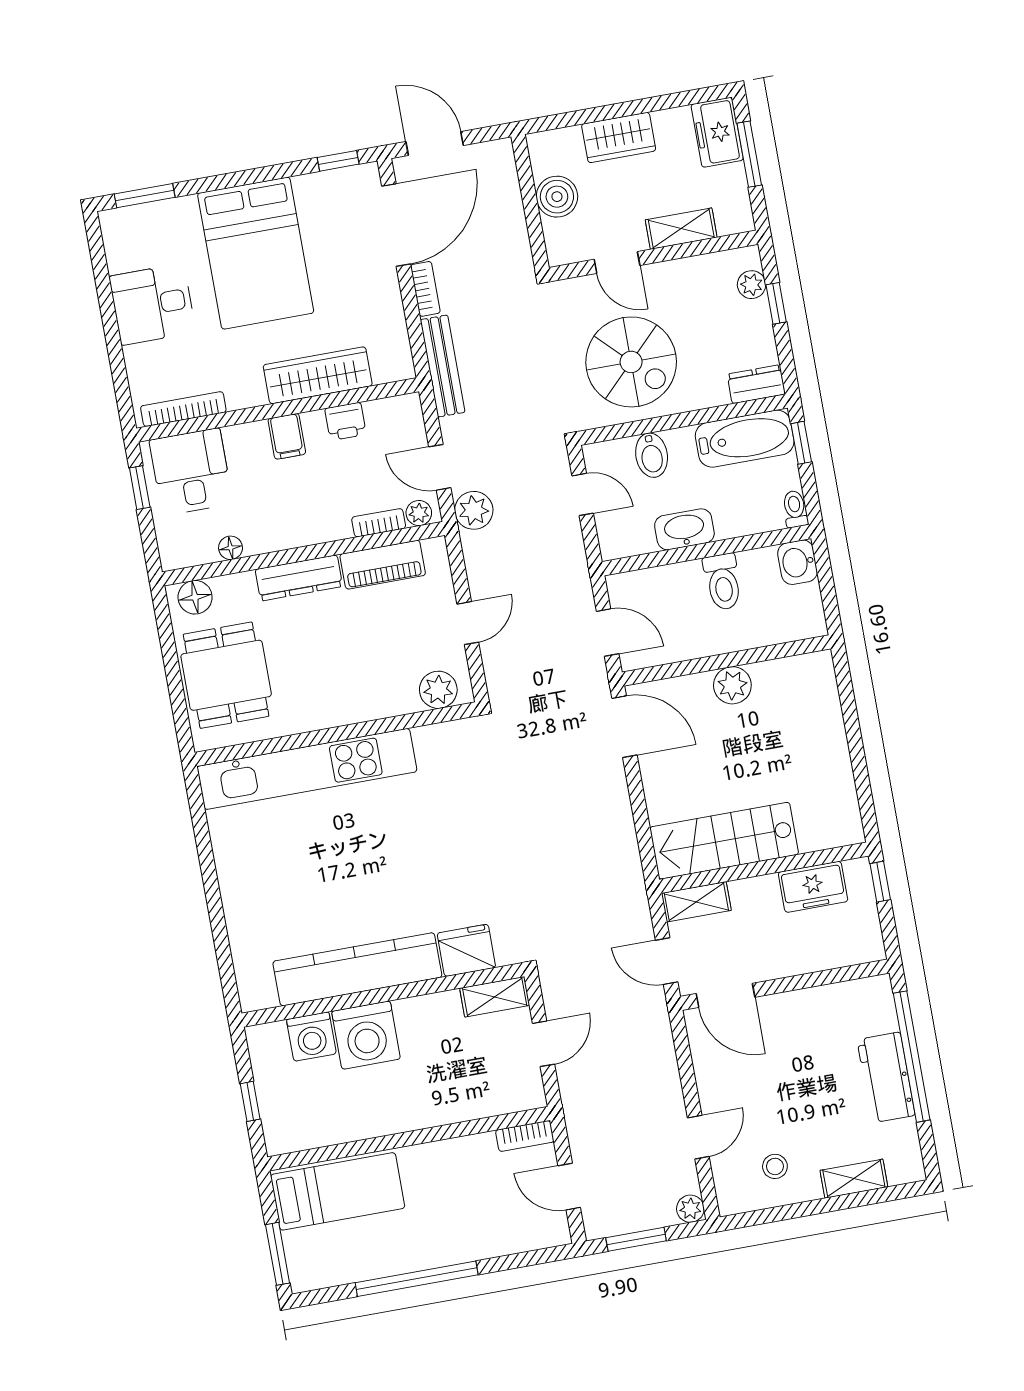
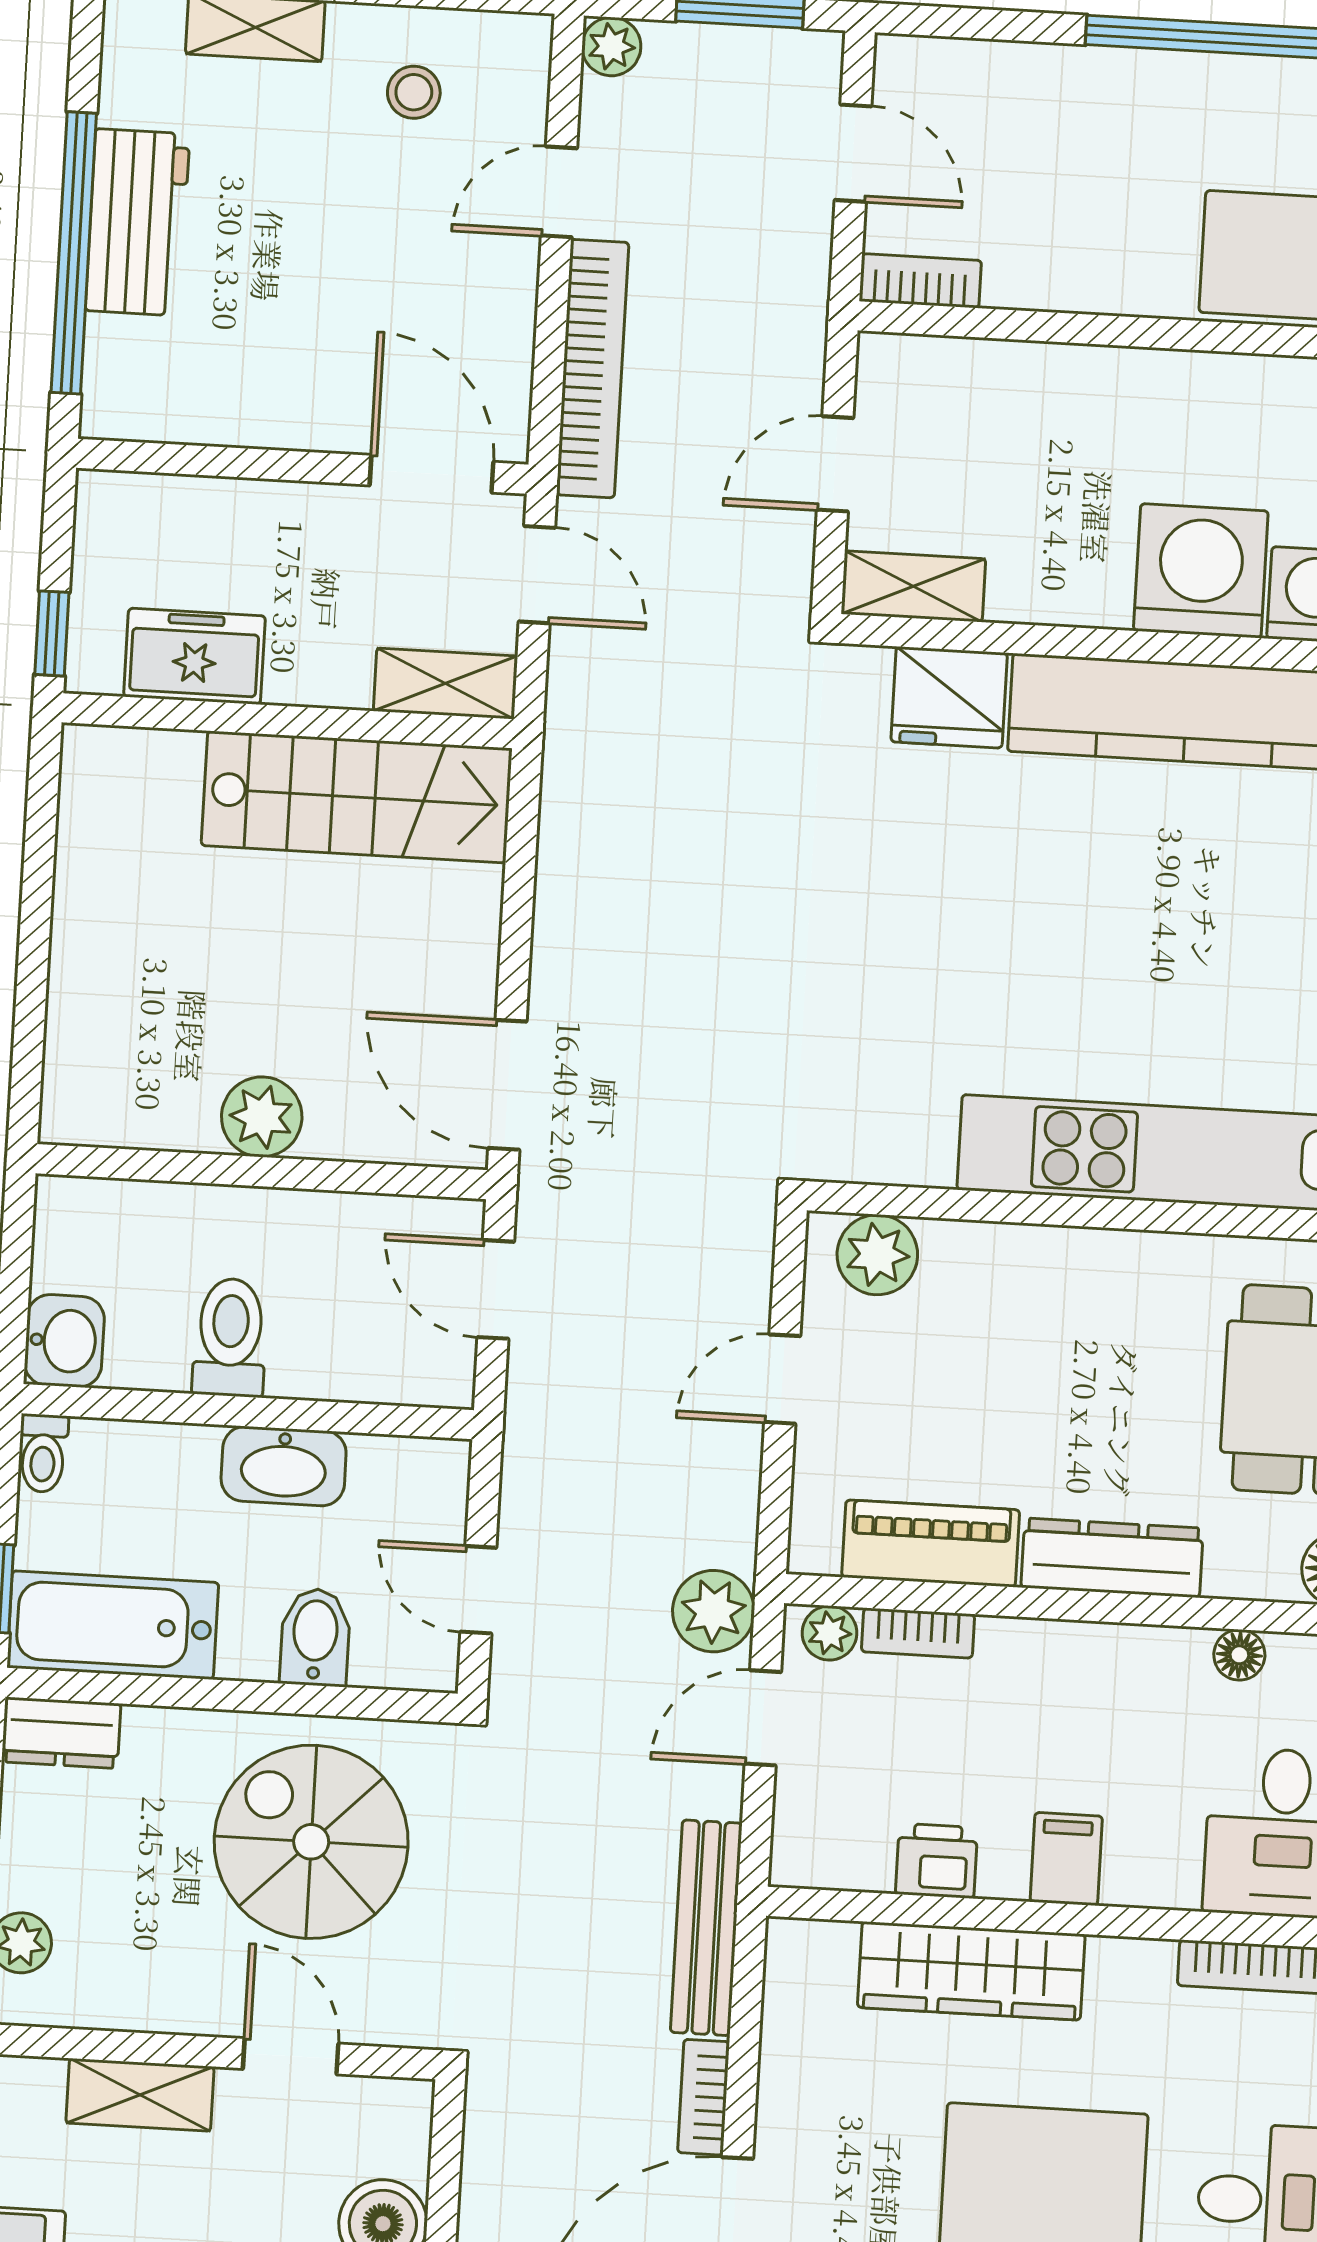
door: (440, 467) -> (763, 1718), swing flipped
bookcase: (664, 1061) -> (592, 369), added

